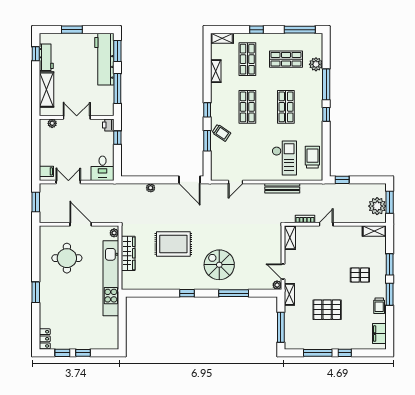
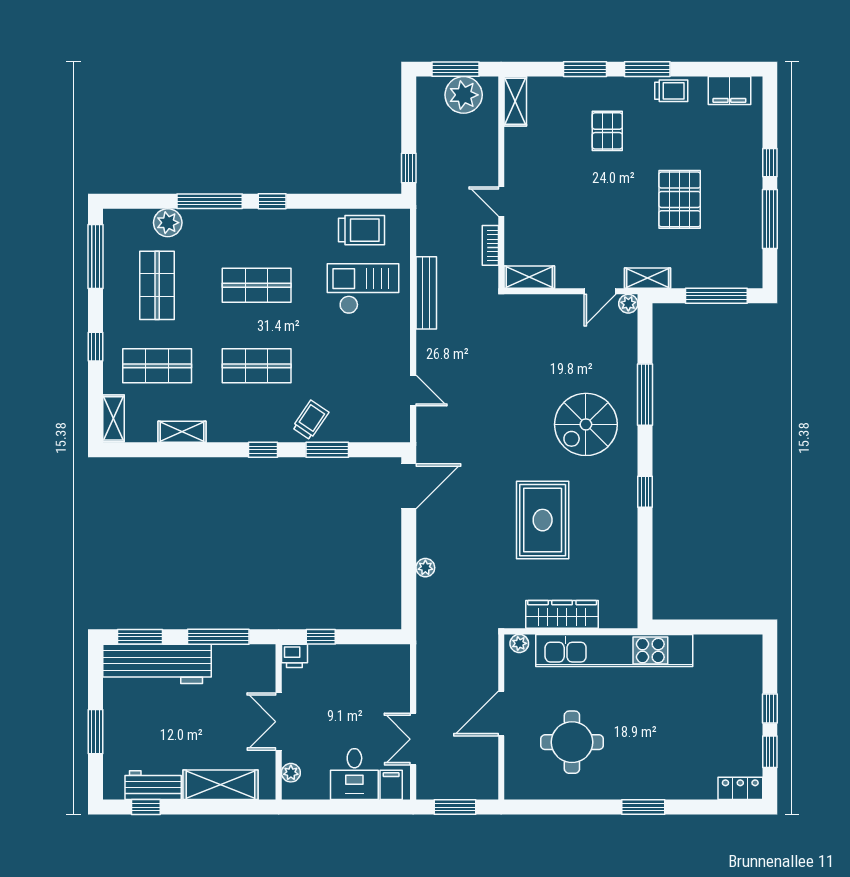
trolley: (312, 157) -> (361, 230), turned 180
desk: (103, 168) -> (354, 774), moved, turned 90

